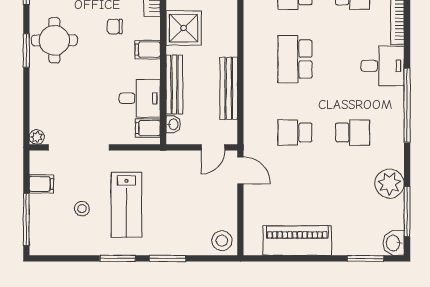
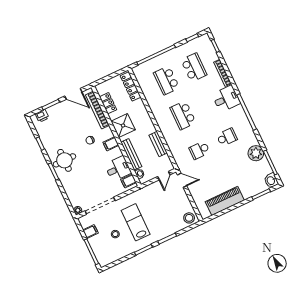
bench: (229, 88) -> (158, 144), width x0.73
lab bench: (126, 205) -> (136, 222), turned 180

